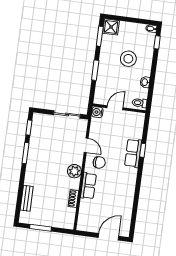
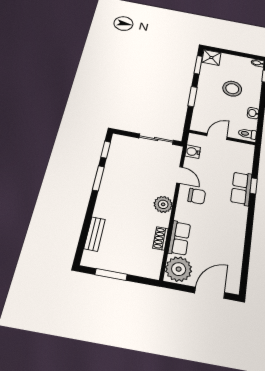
water cooler: (97, 112) -> (193, 152), moved
row of seats: (88, 186) -> (179, 238), moved
plant: (87, 221) -> (179, 269), added

